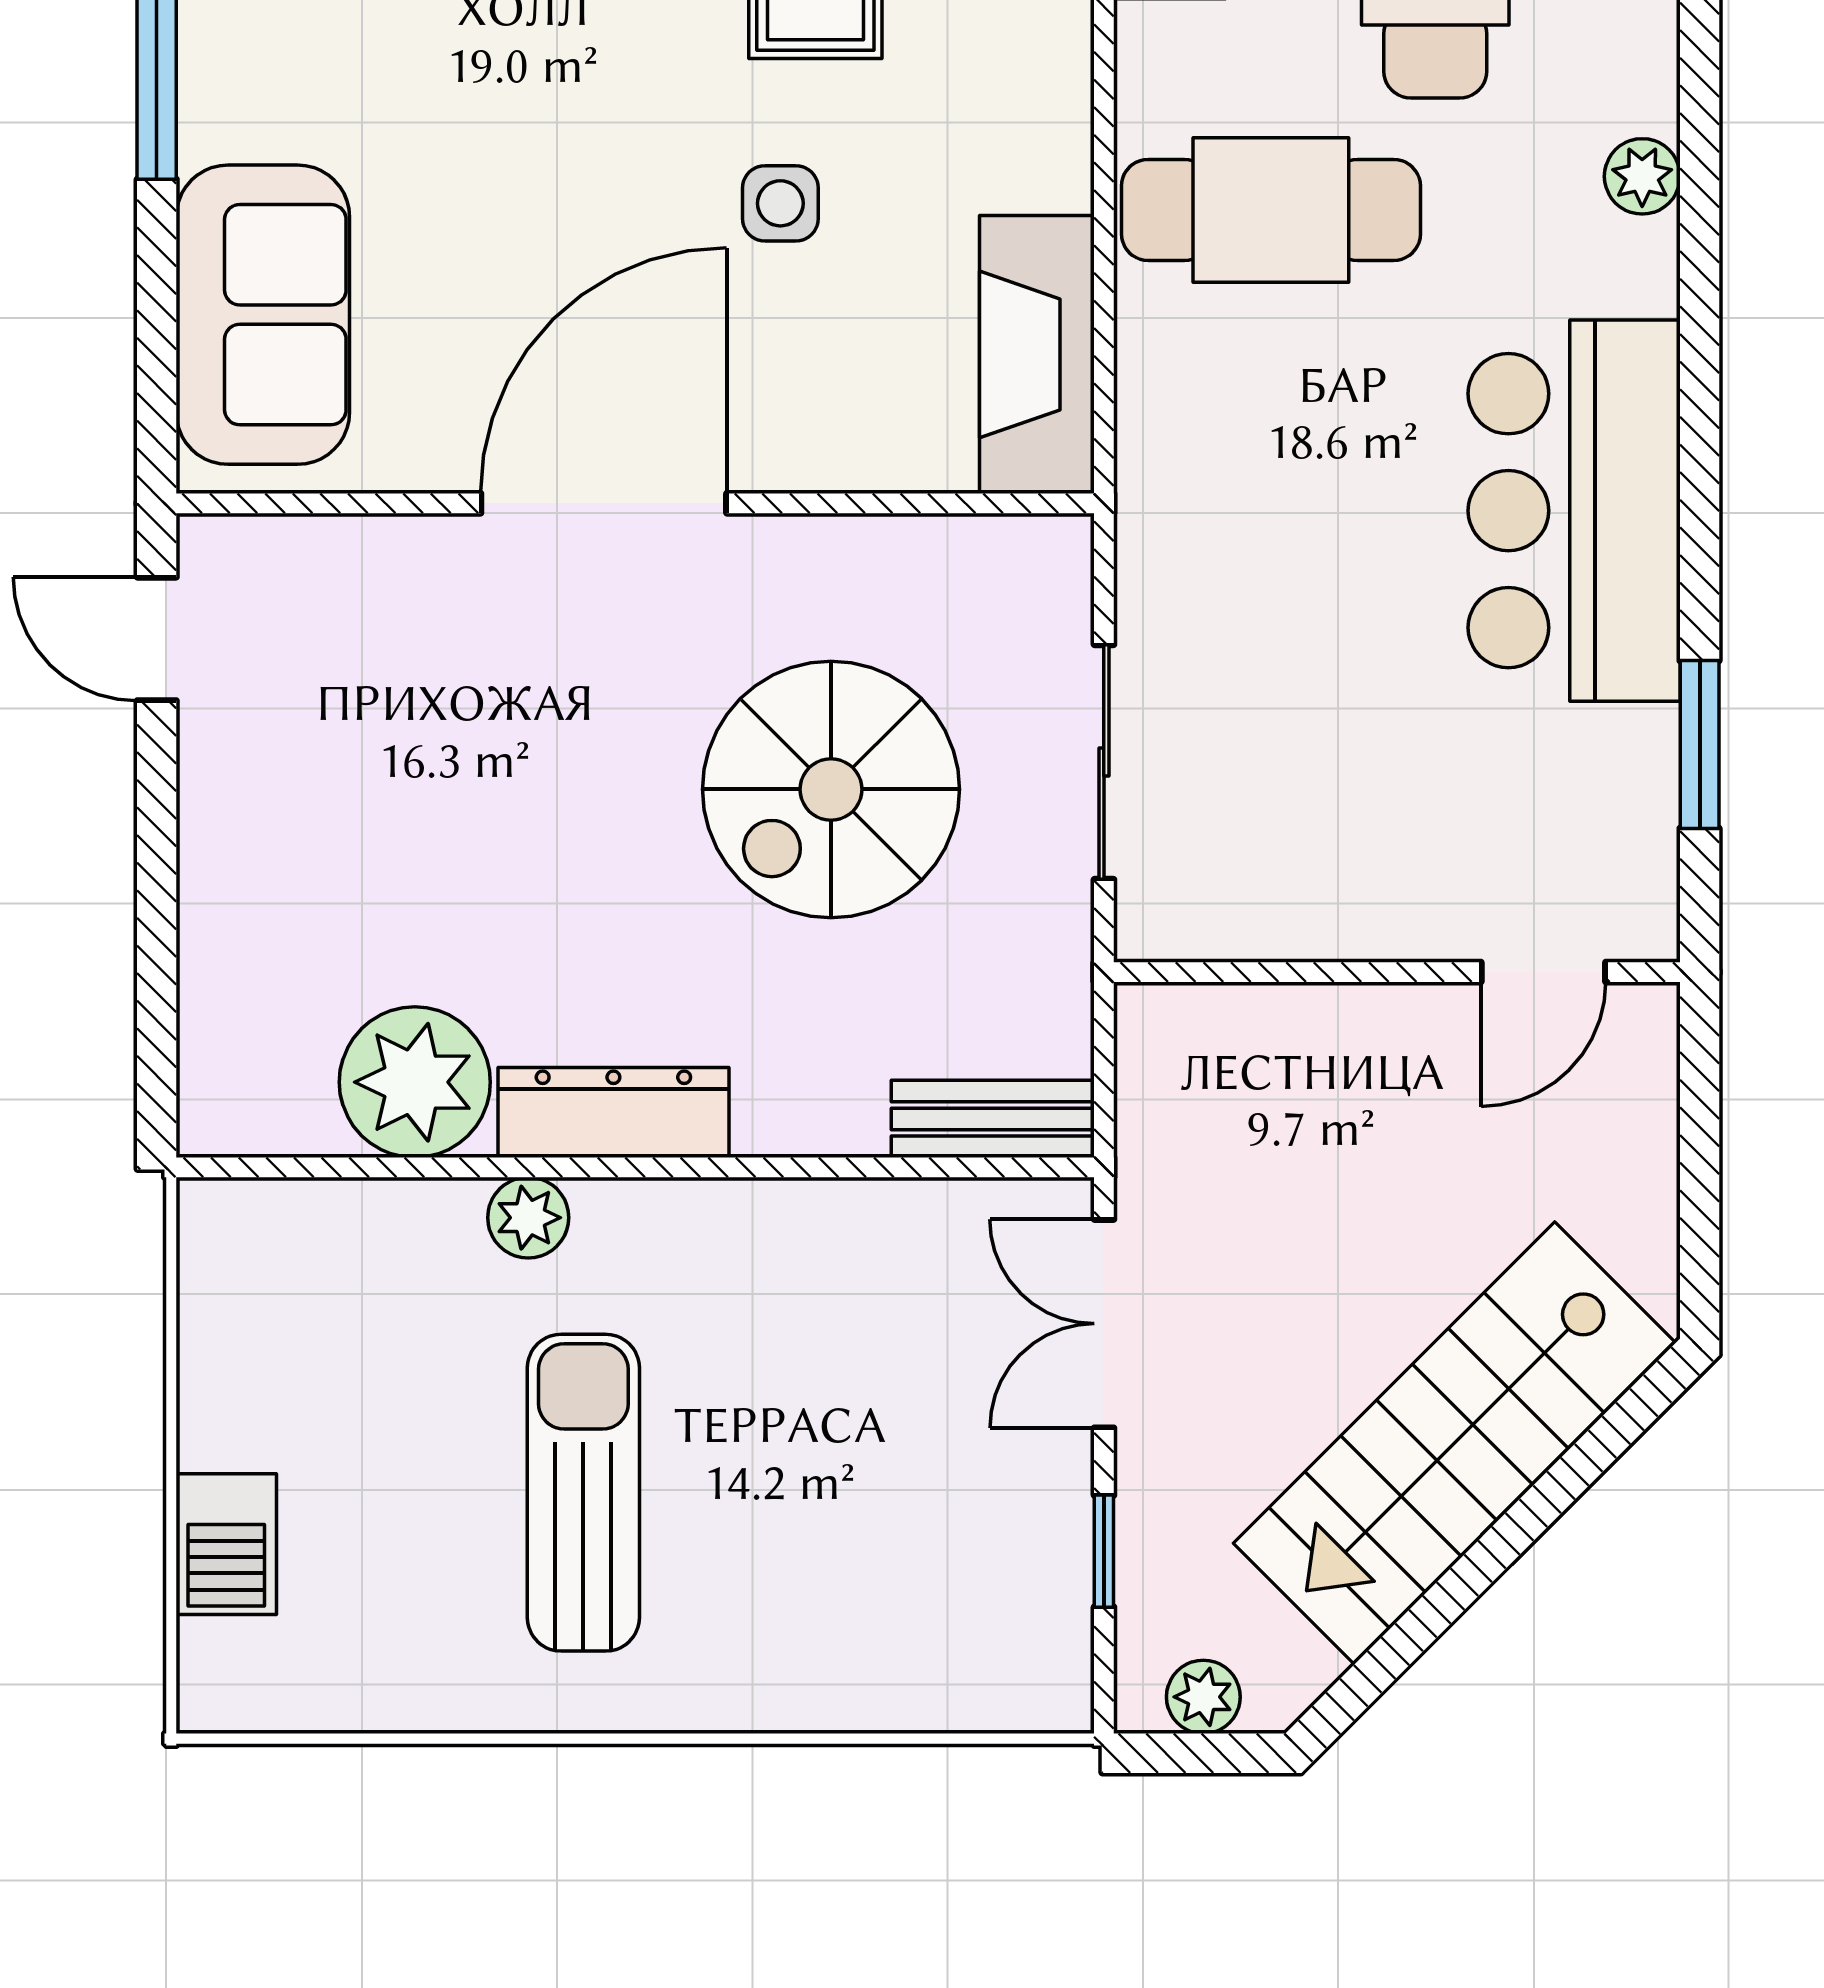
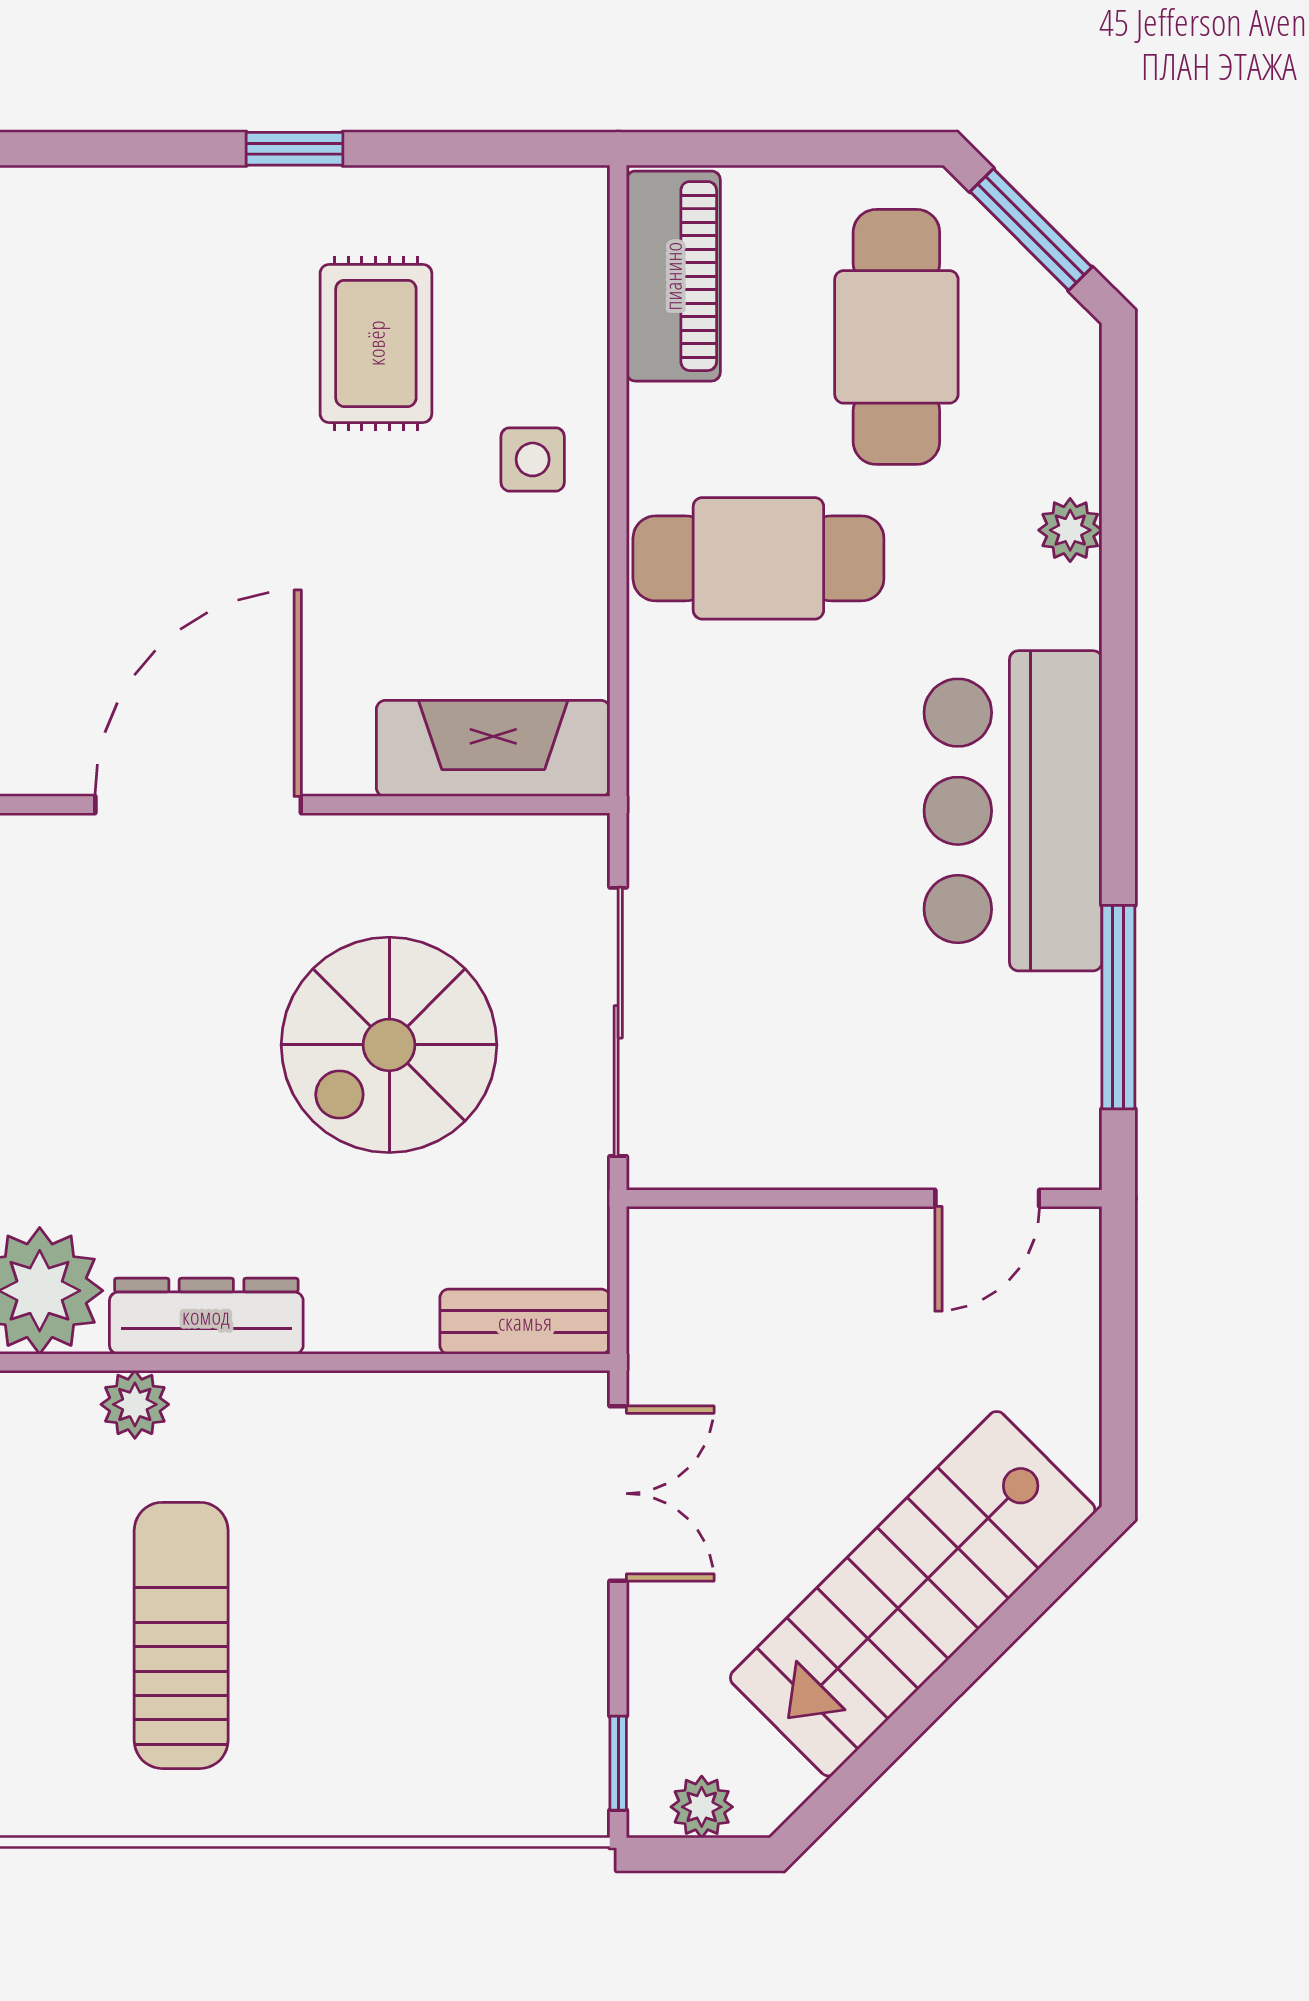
side table: (780, 203) -> (533, 459), moved
fireplace: (1037, 354) -> (493, 748), moved, turned 90
window: (1700, 744) -> (1118, 1007), width x1.44
sliding door: (1104, 762) -> (618, 1022), width x1.37
double door: (1104, 1324) -> (618, 1494), swing flipped
window: (1104, 1551) -> (618, 1763), moved

